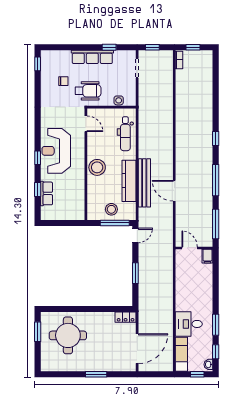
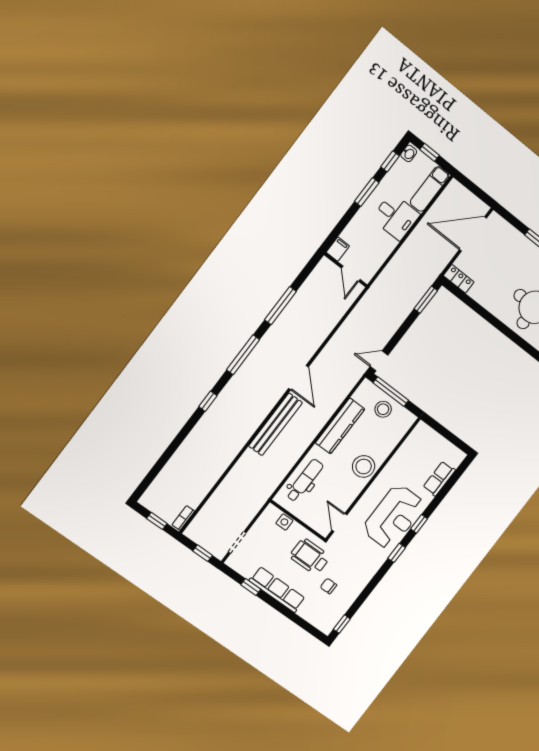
bench: (144, 183) -> (275, 424), moved
window: (38, 190) -> (397, 553), moved
door: (190, 248) -> (351, 274), moved
wall: (194, 248) -> (346, 270), moved
filing cabinet: (207, 256) -> (338, 249), moved
window: (135, 273) -> (426, 300), moved

